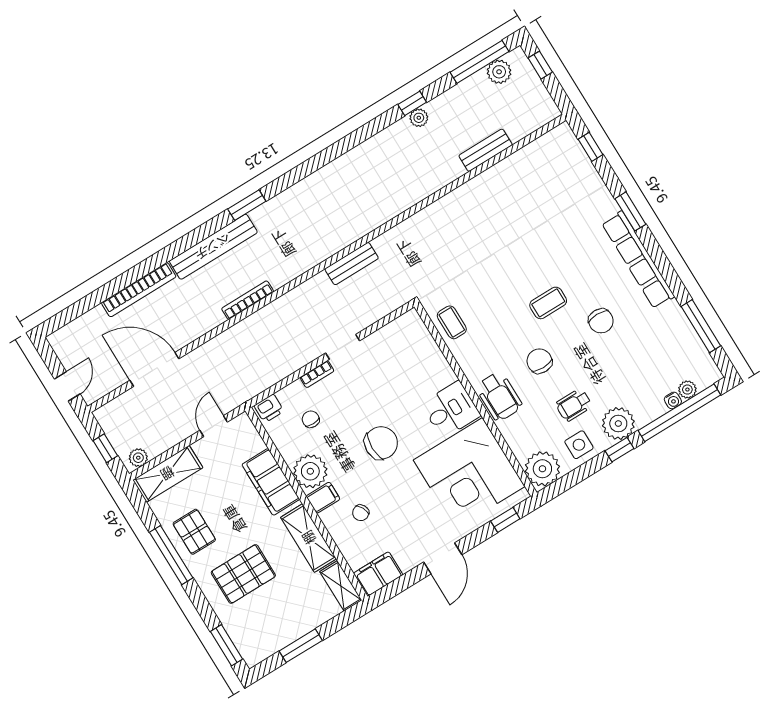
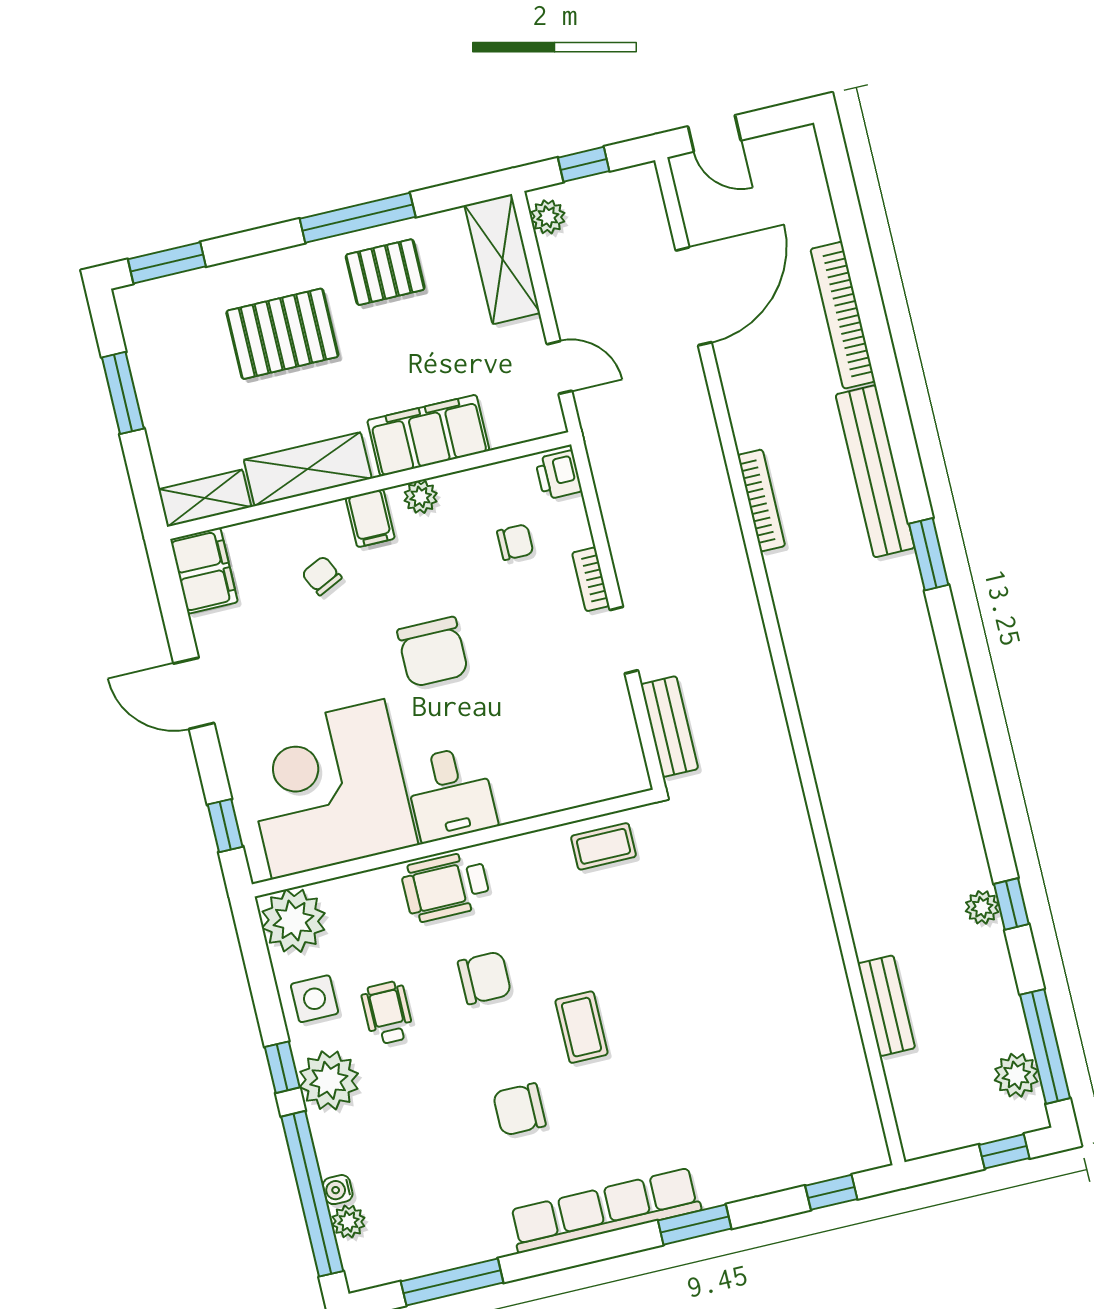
bench: (352, 264) -> (669, 727), moved
plant: (310, 471) -> (421, 497), width x0.53, depth x0.53
pallet: (243, 574) -> (282, 334), turned 90

